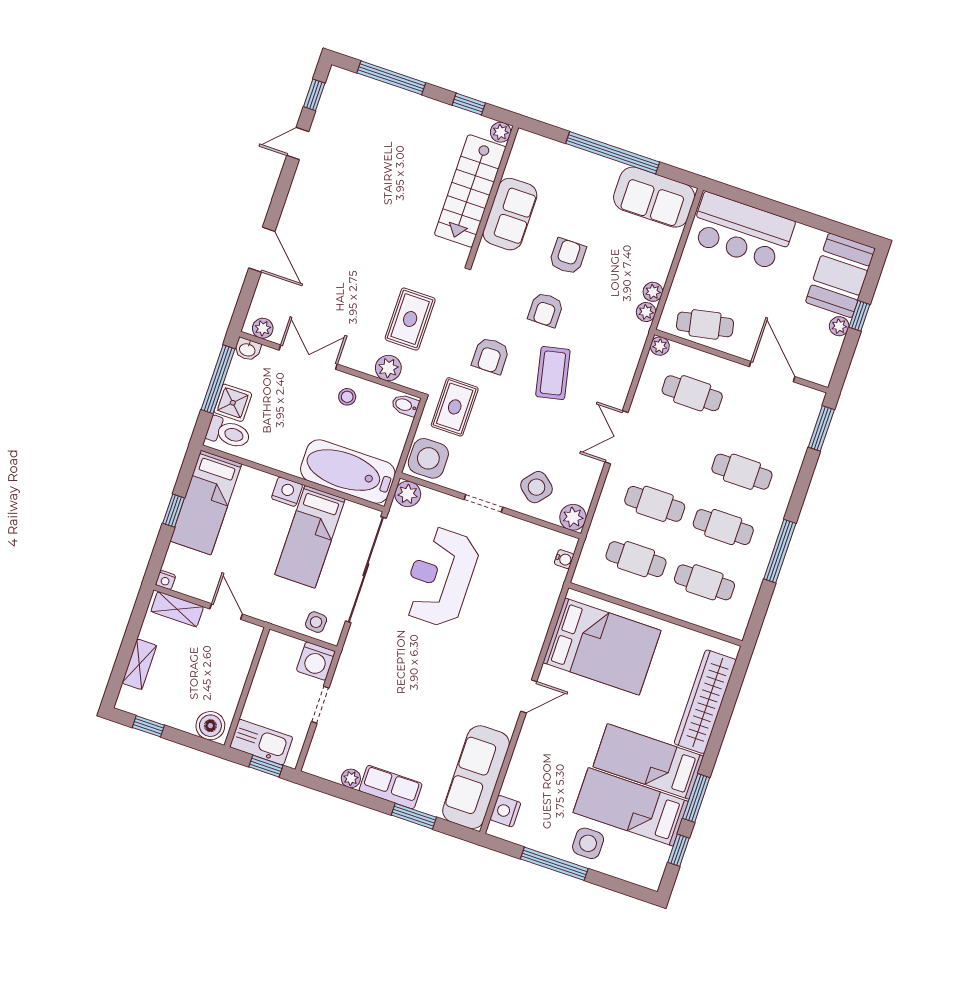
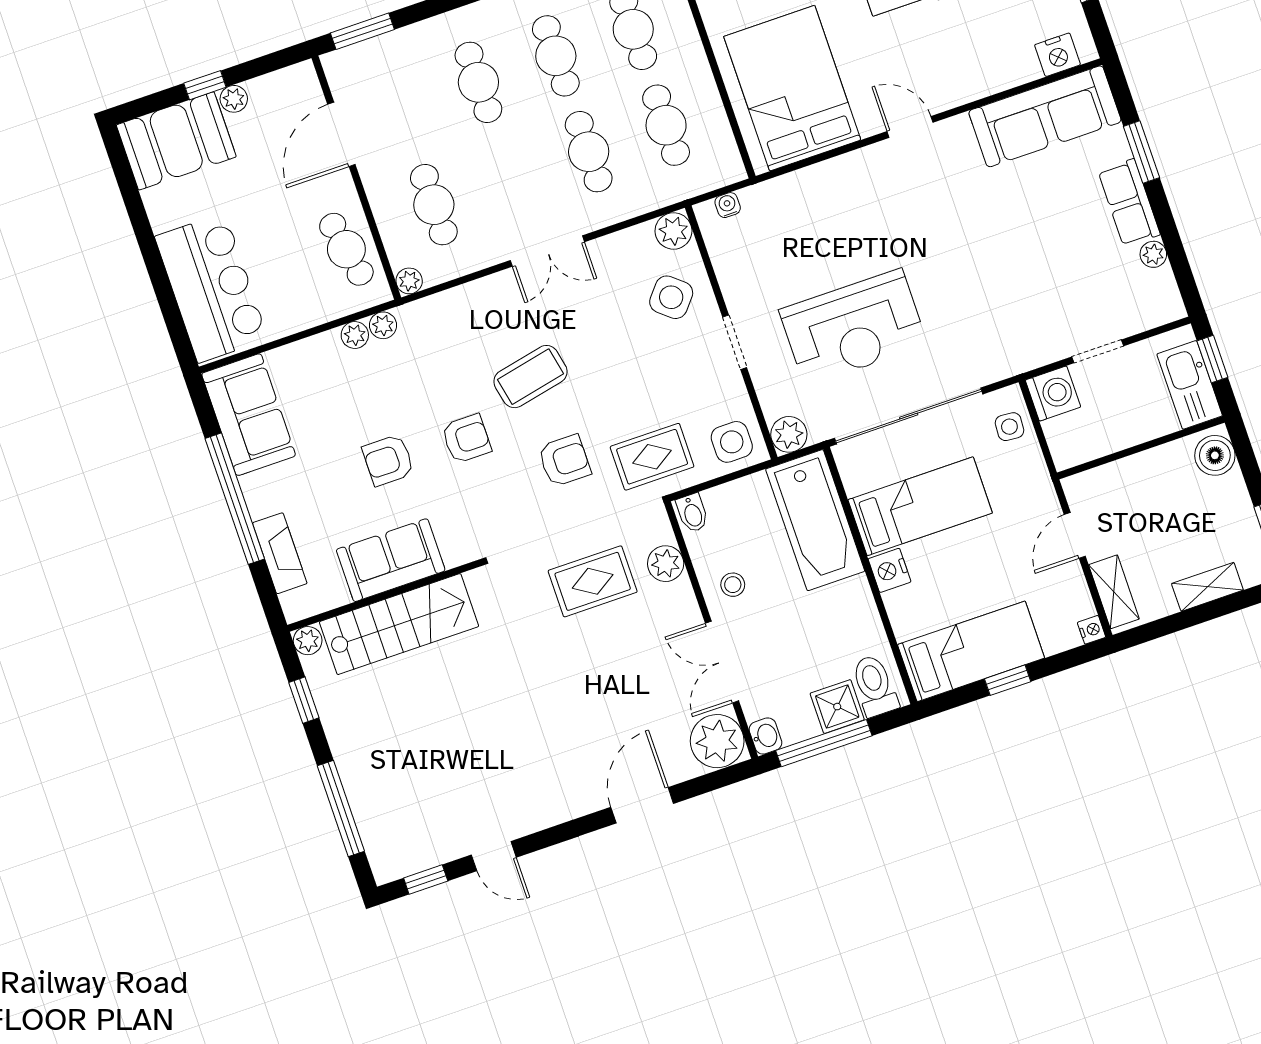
fireplace: (562, 154) -> (280, 553), added
plant: (263, 328) -> (717, 741), width x1.88, depth x1.88
side table: (428, 458) -> (732, 442), width x0.73, depth x0.73

